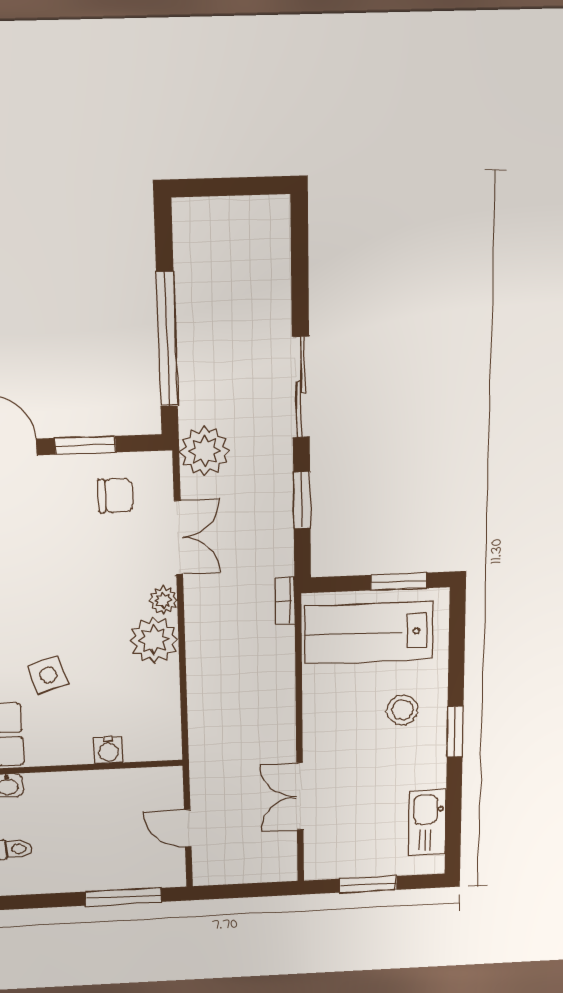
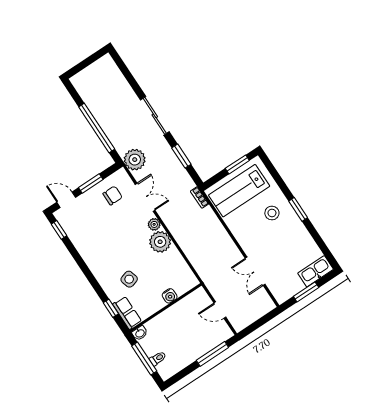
kitchen sink: (427, 822) -> (316, 271), moved, turned 90

